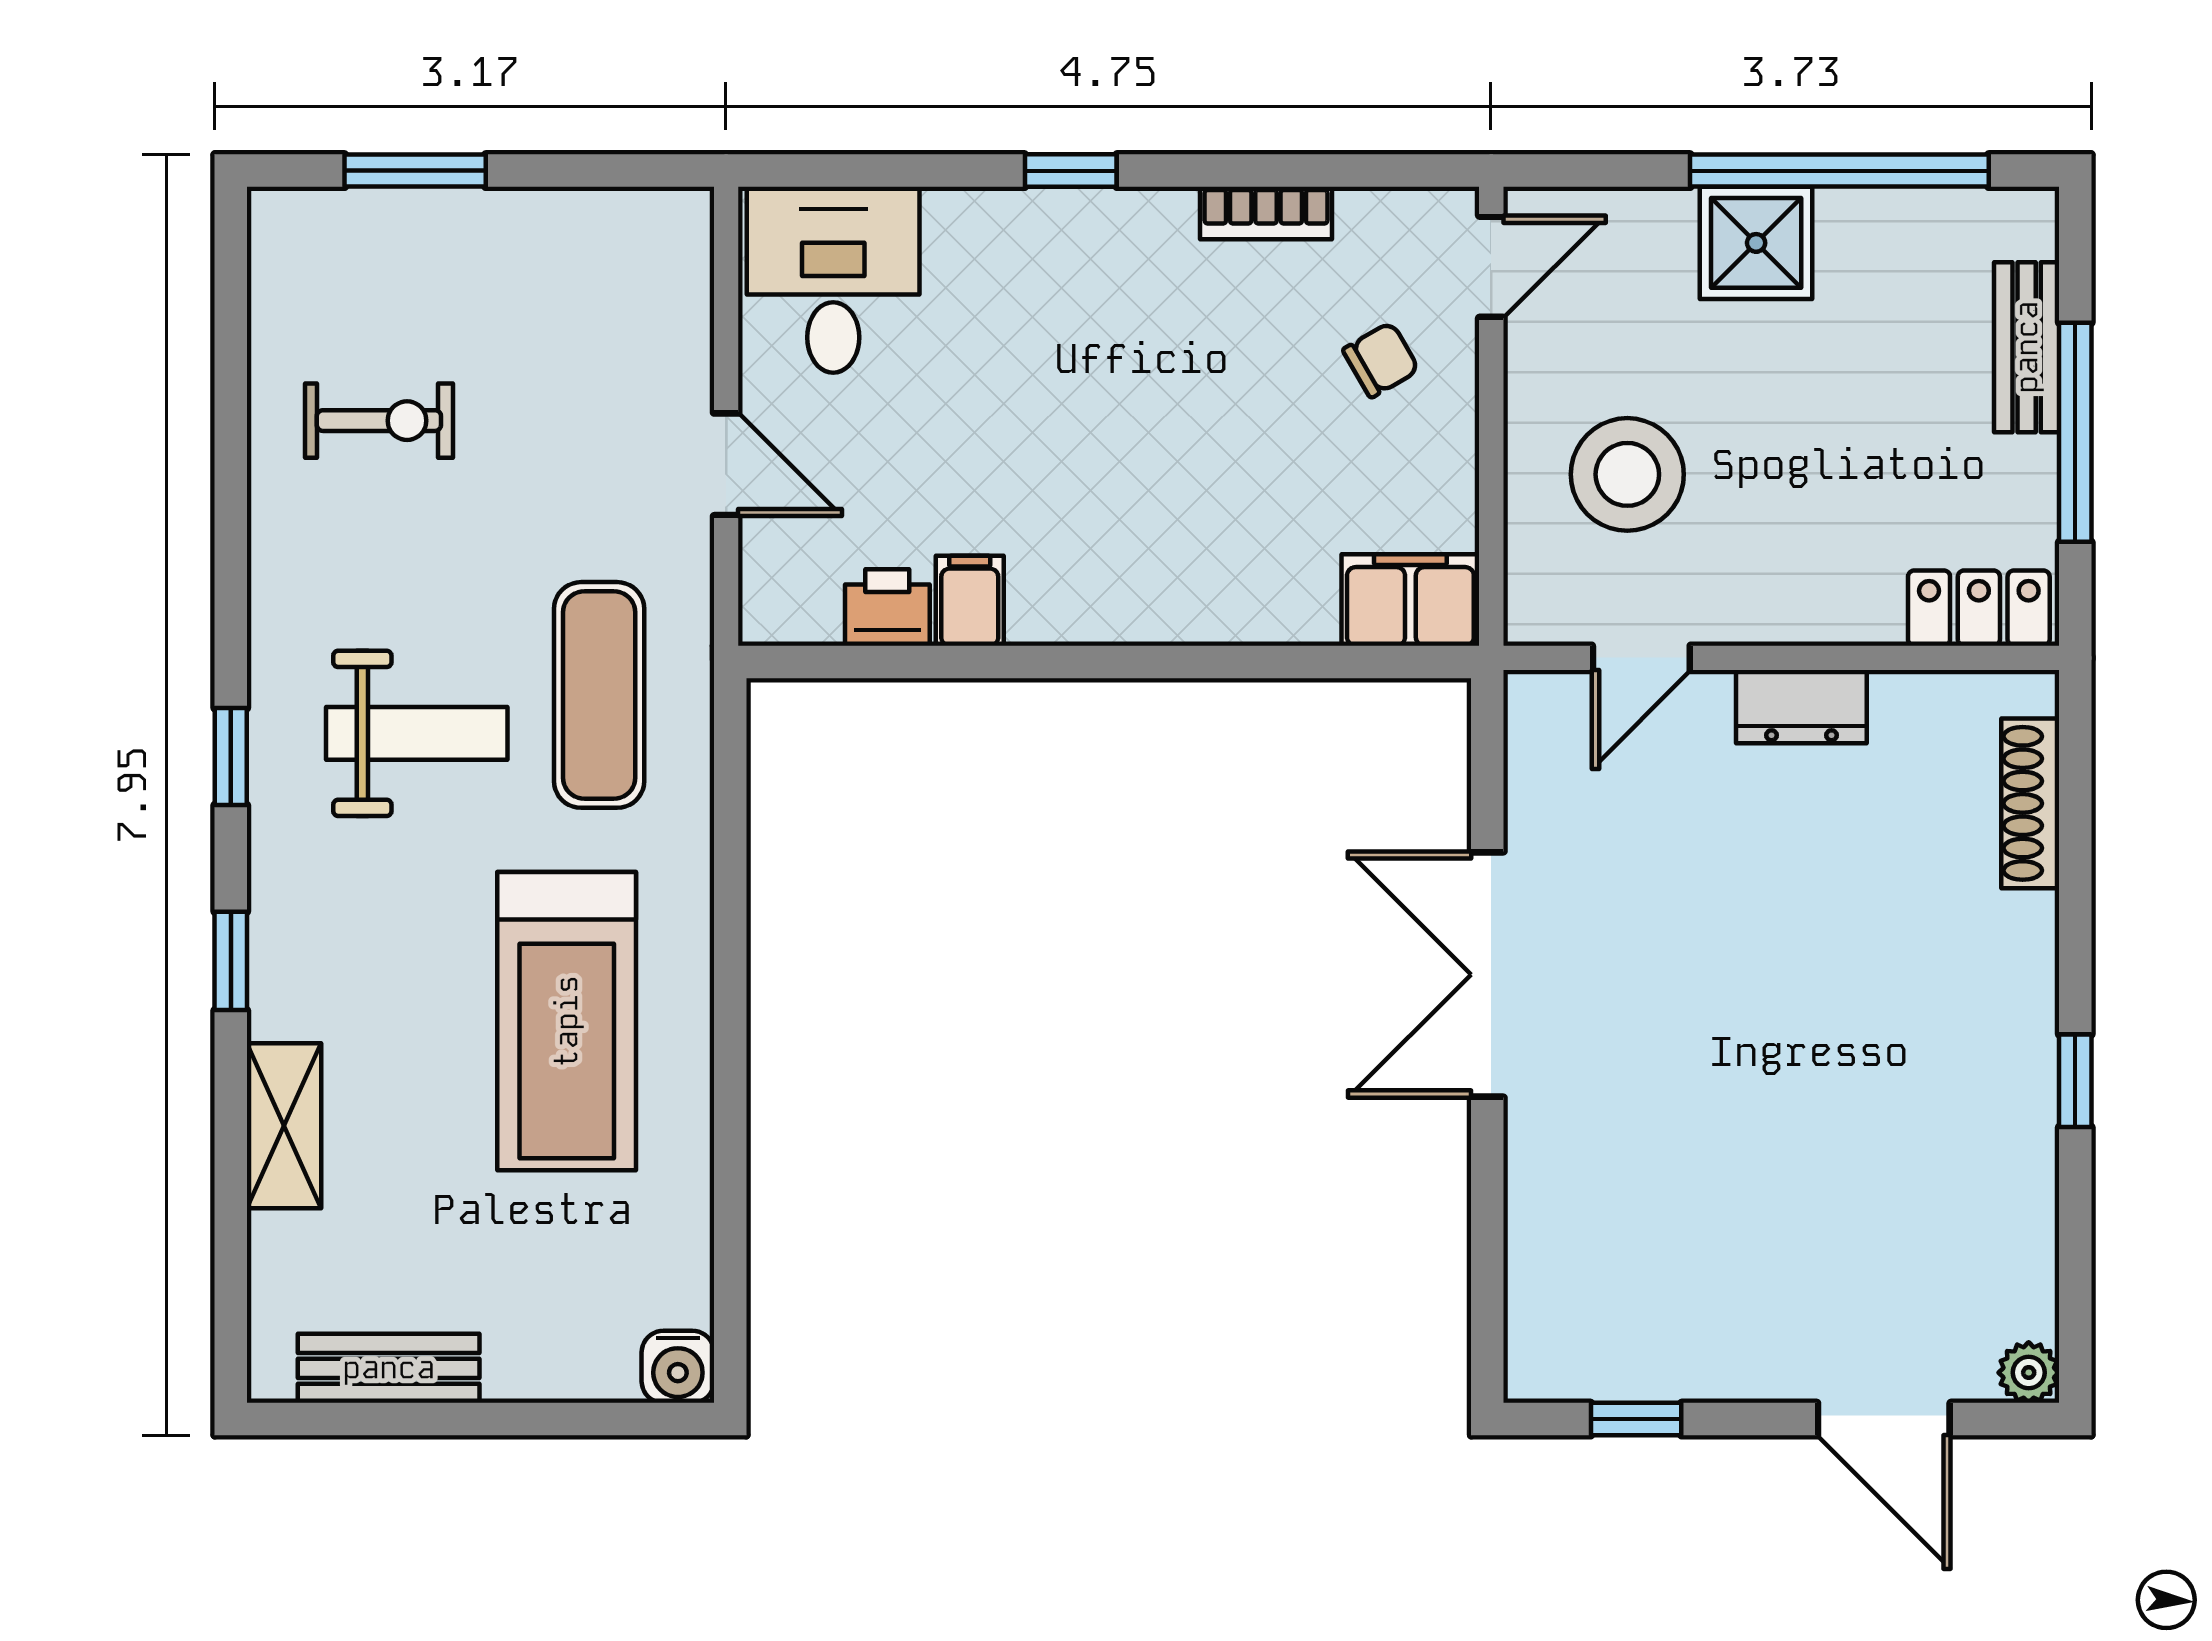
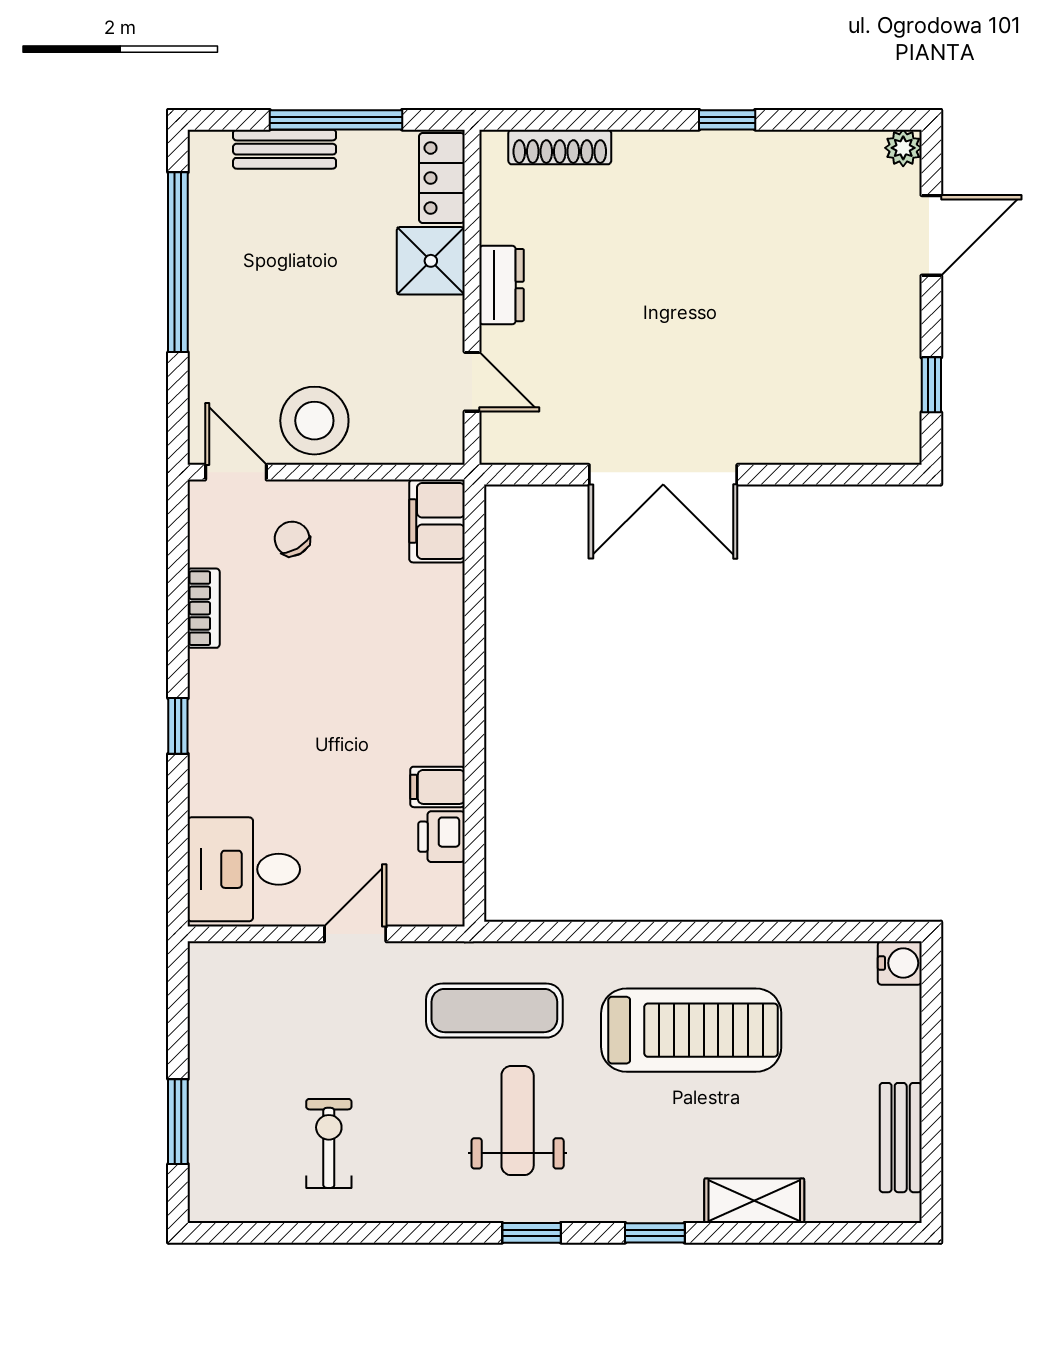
shower: (1756, 243) -> (431, 261), moved
stool: (1627, 474) -> (314, 421), moved

